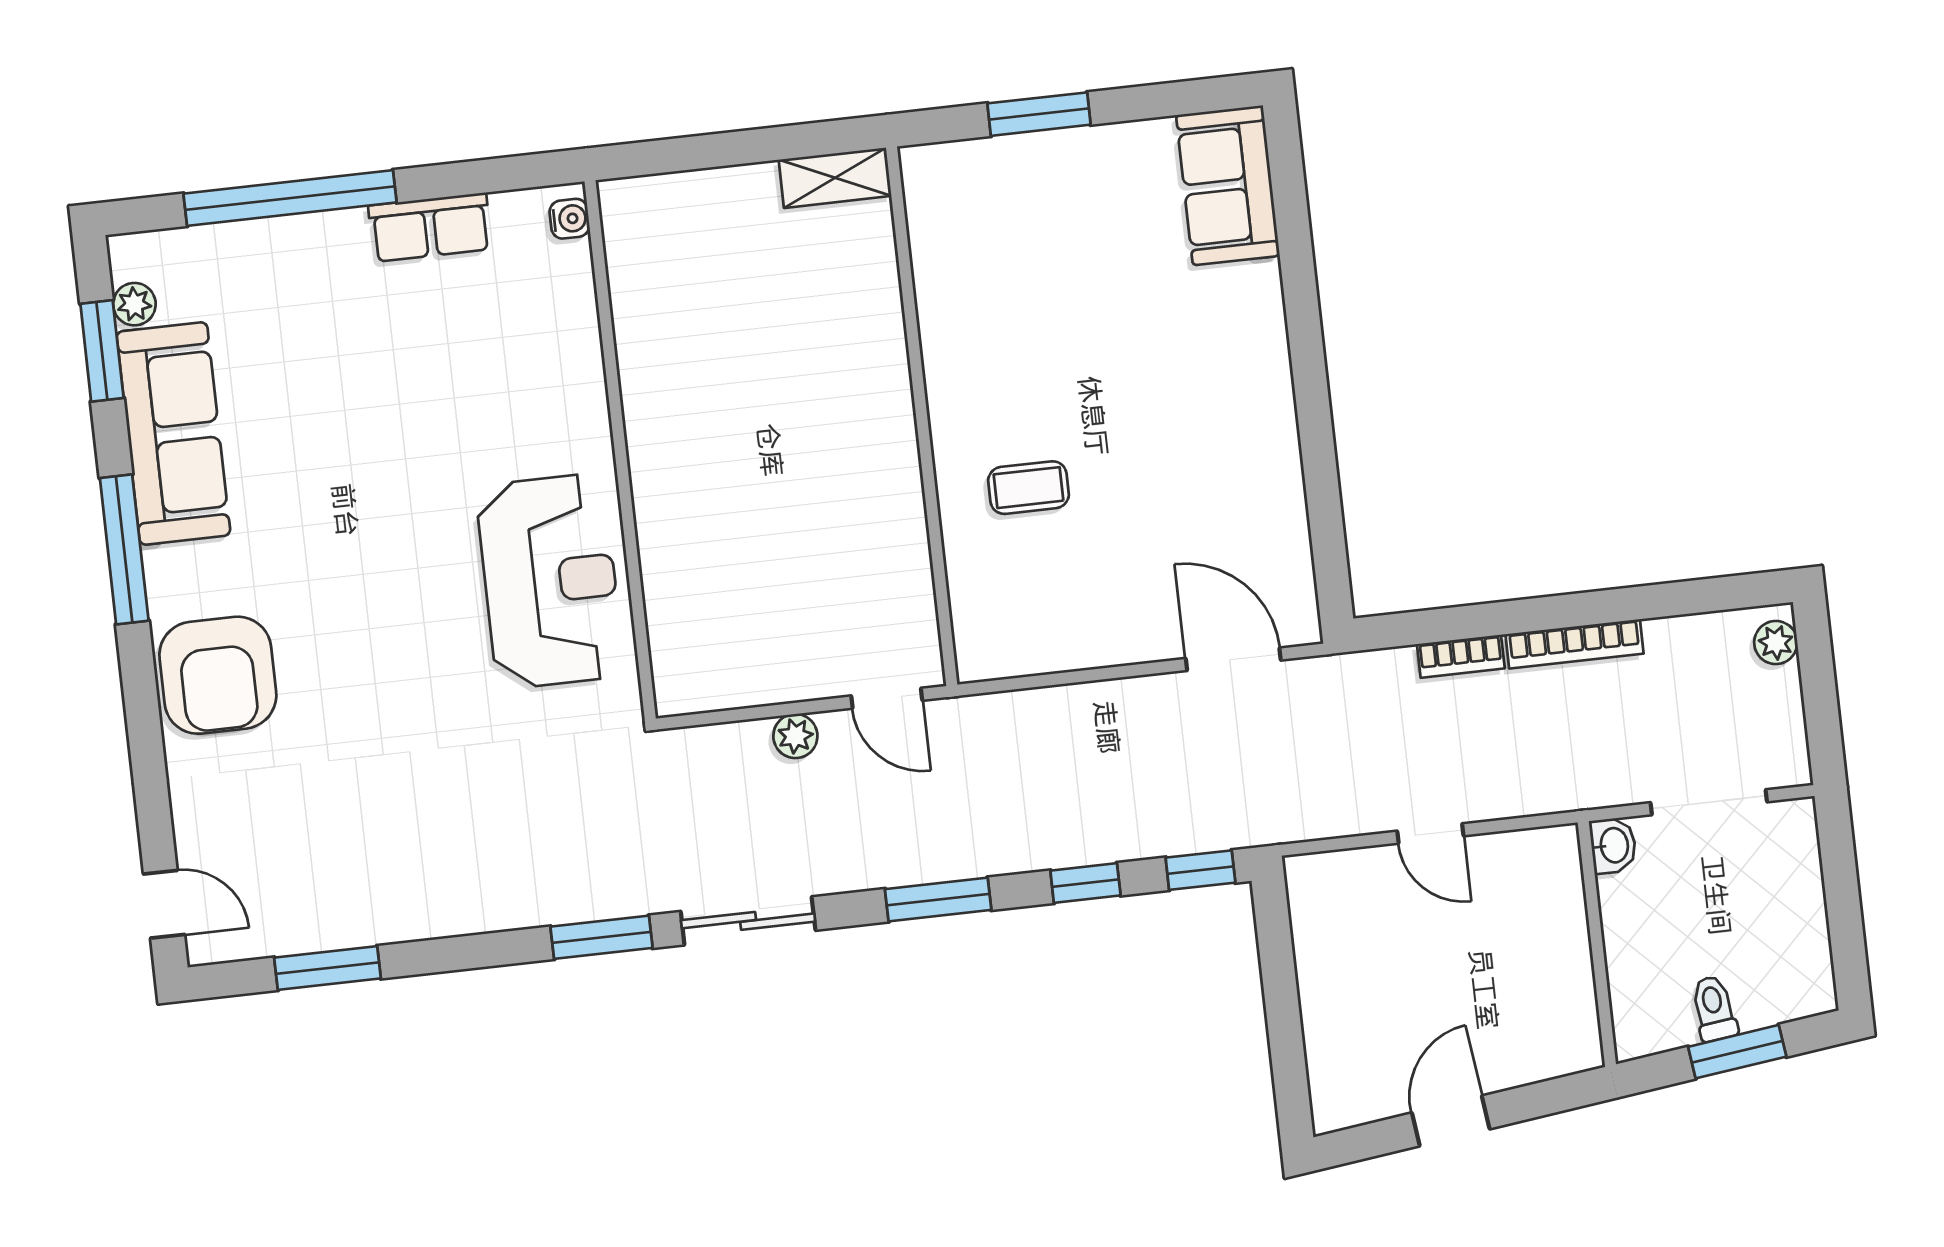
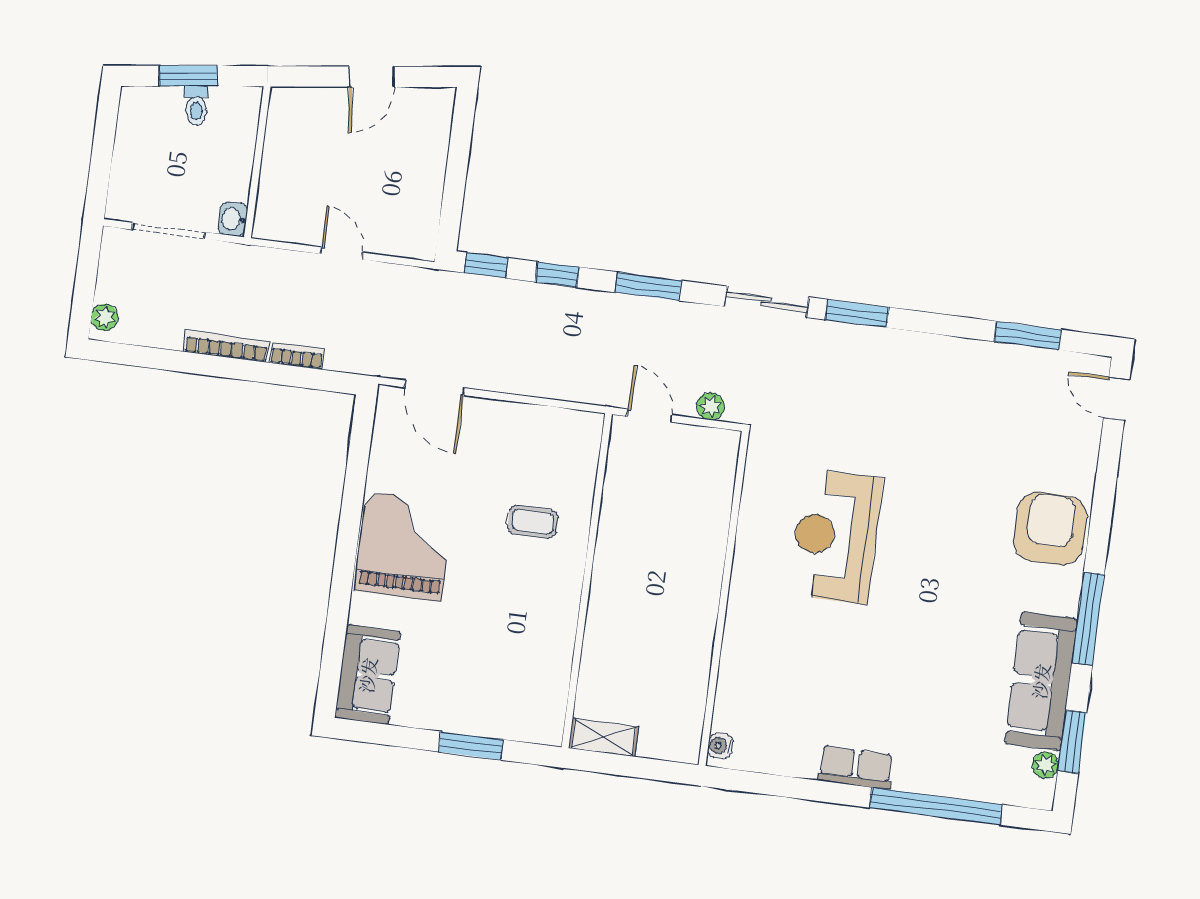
water cooler: (569, 219) -> (720, 746), moved
grand piano: (1220, 400) -> (404, 546), added
wall: (620, 450) -> (724, 599), moved

